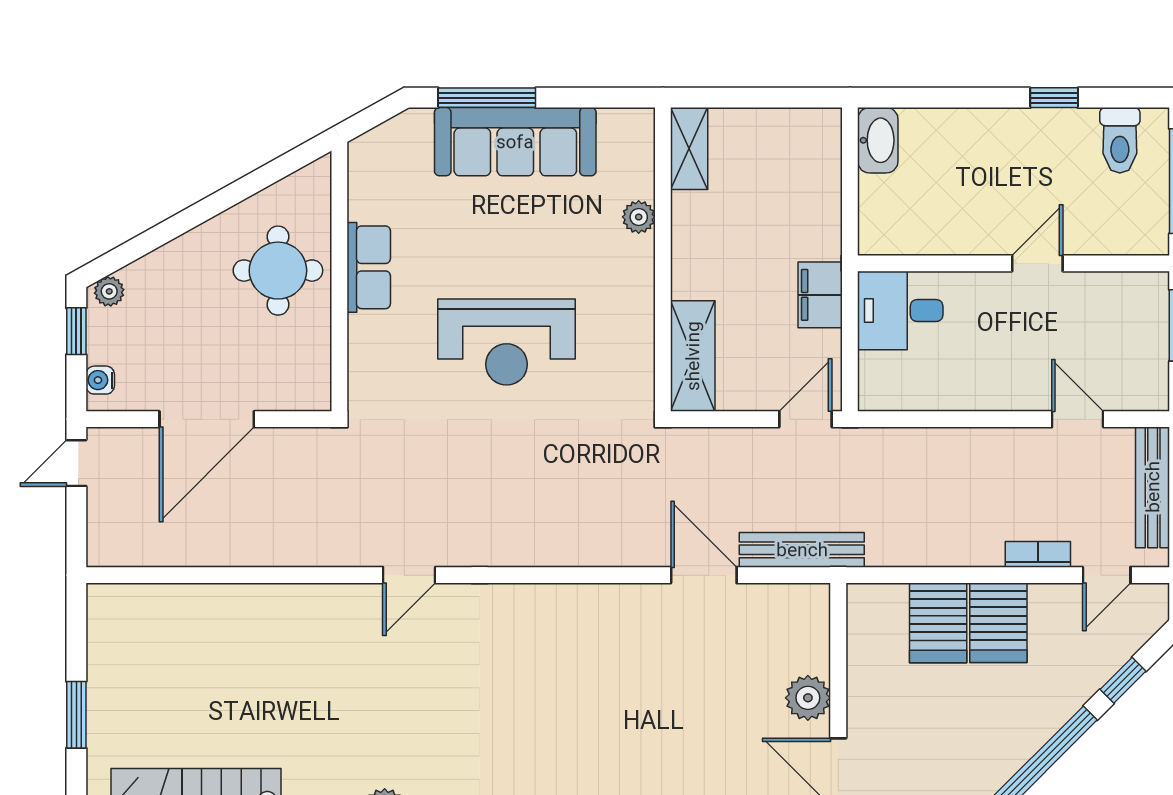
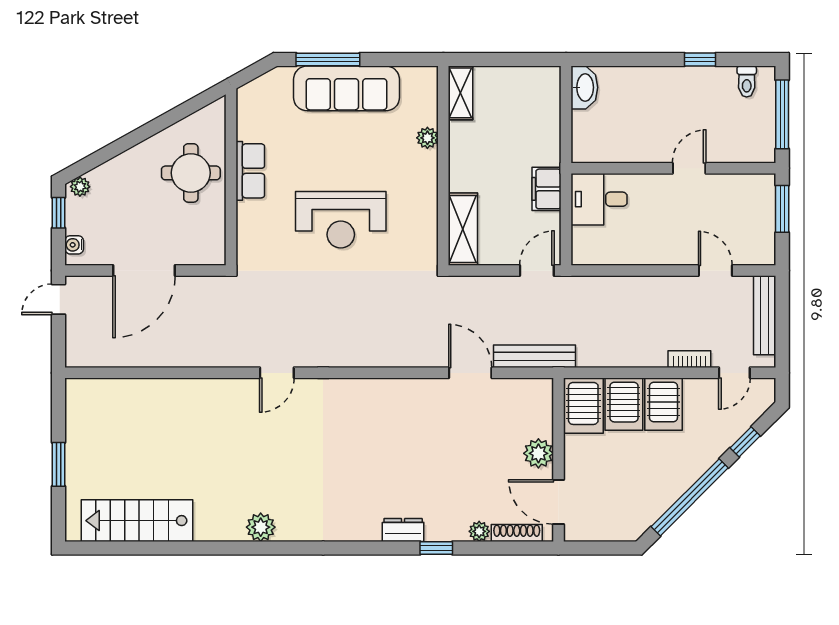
toilet: (1120, 140) -> (747, 81), width x0.73, depth x0.72
server rack: (876, 625) -> (583, 406), added

